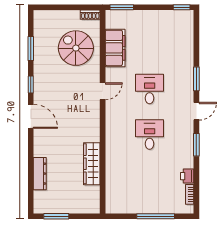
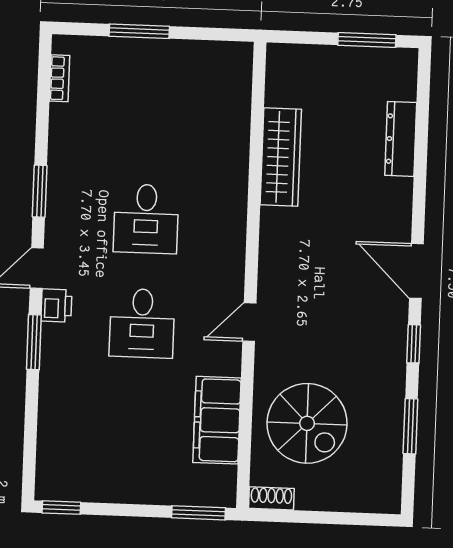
printer: (187, 176) -> (56, 305), moved
window: (156, 216) -> (139, 31), width x0.69

